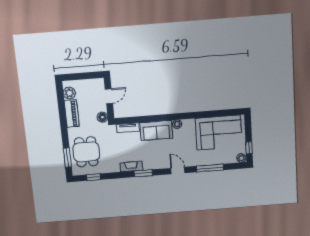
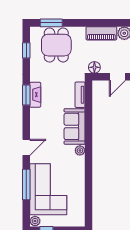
door: (109, 96) -> (117, 77), hinge flipped
corner sofa: (219, 133) -> (48, 189), moved, turned 180
dining table: (86, 152) -> (56, 45), turned 90
window: (143, 173) -> (26, 95), moved

